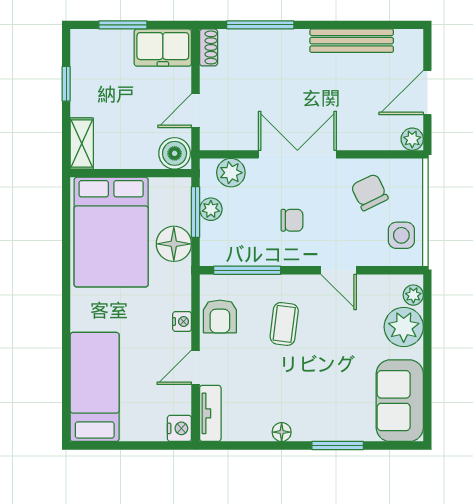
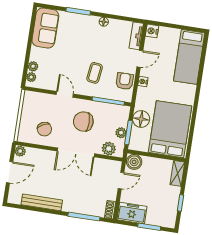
chair: (292, 220) -> (83, 122), width x1.87, depth x1.87
side table: (401, 235) -> (32, 106), removed
plant: (404, 327) -> (33, 66), width x0.53, depth x0.53

